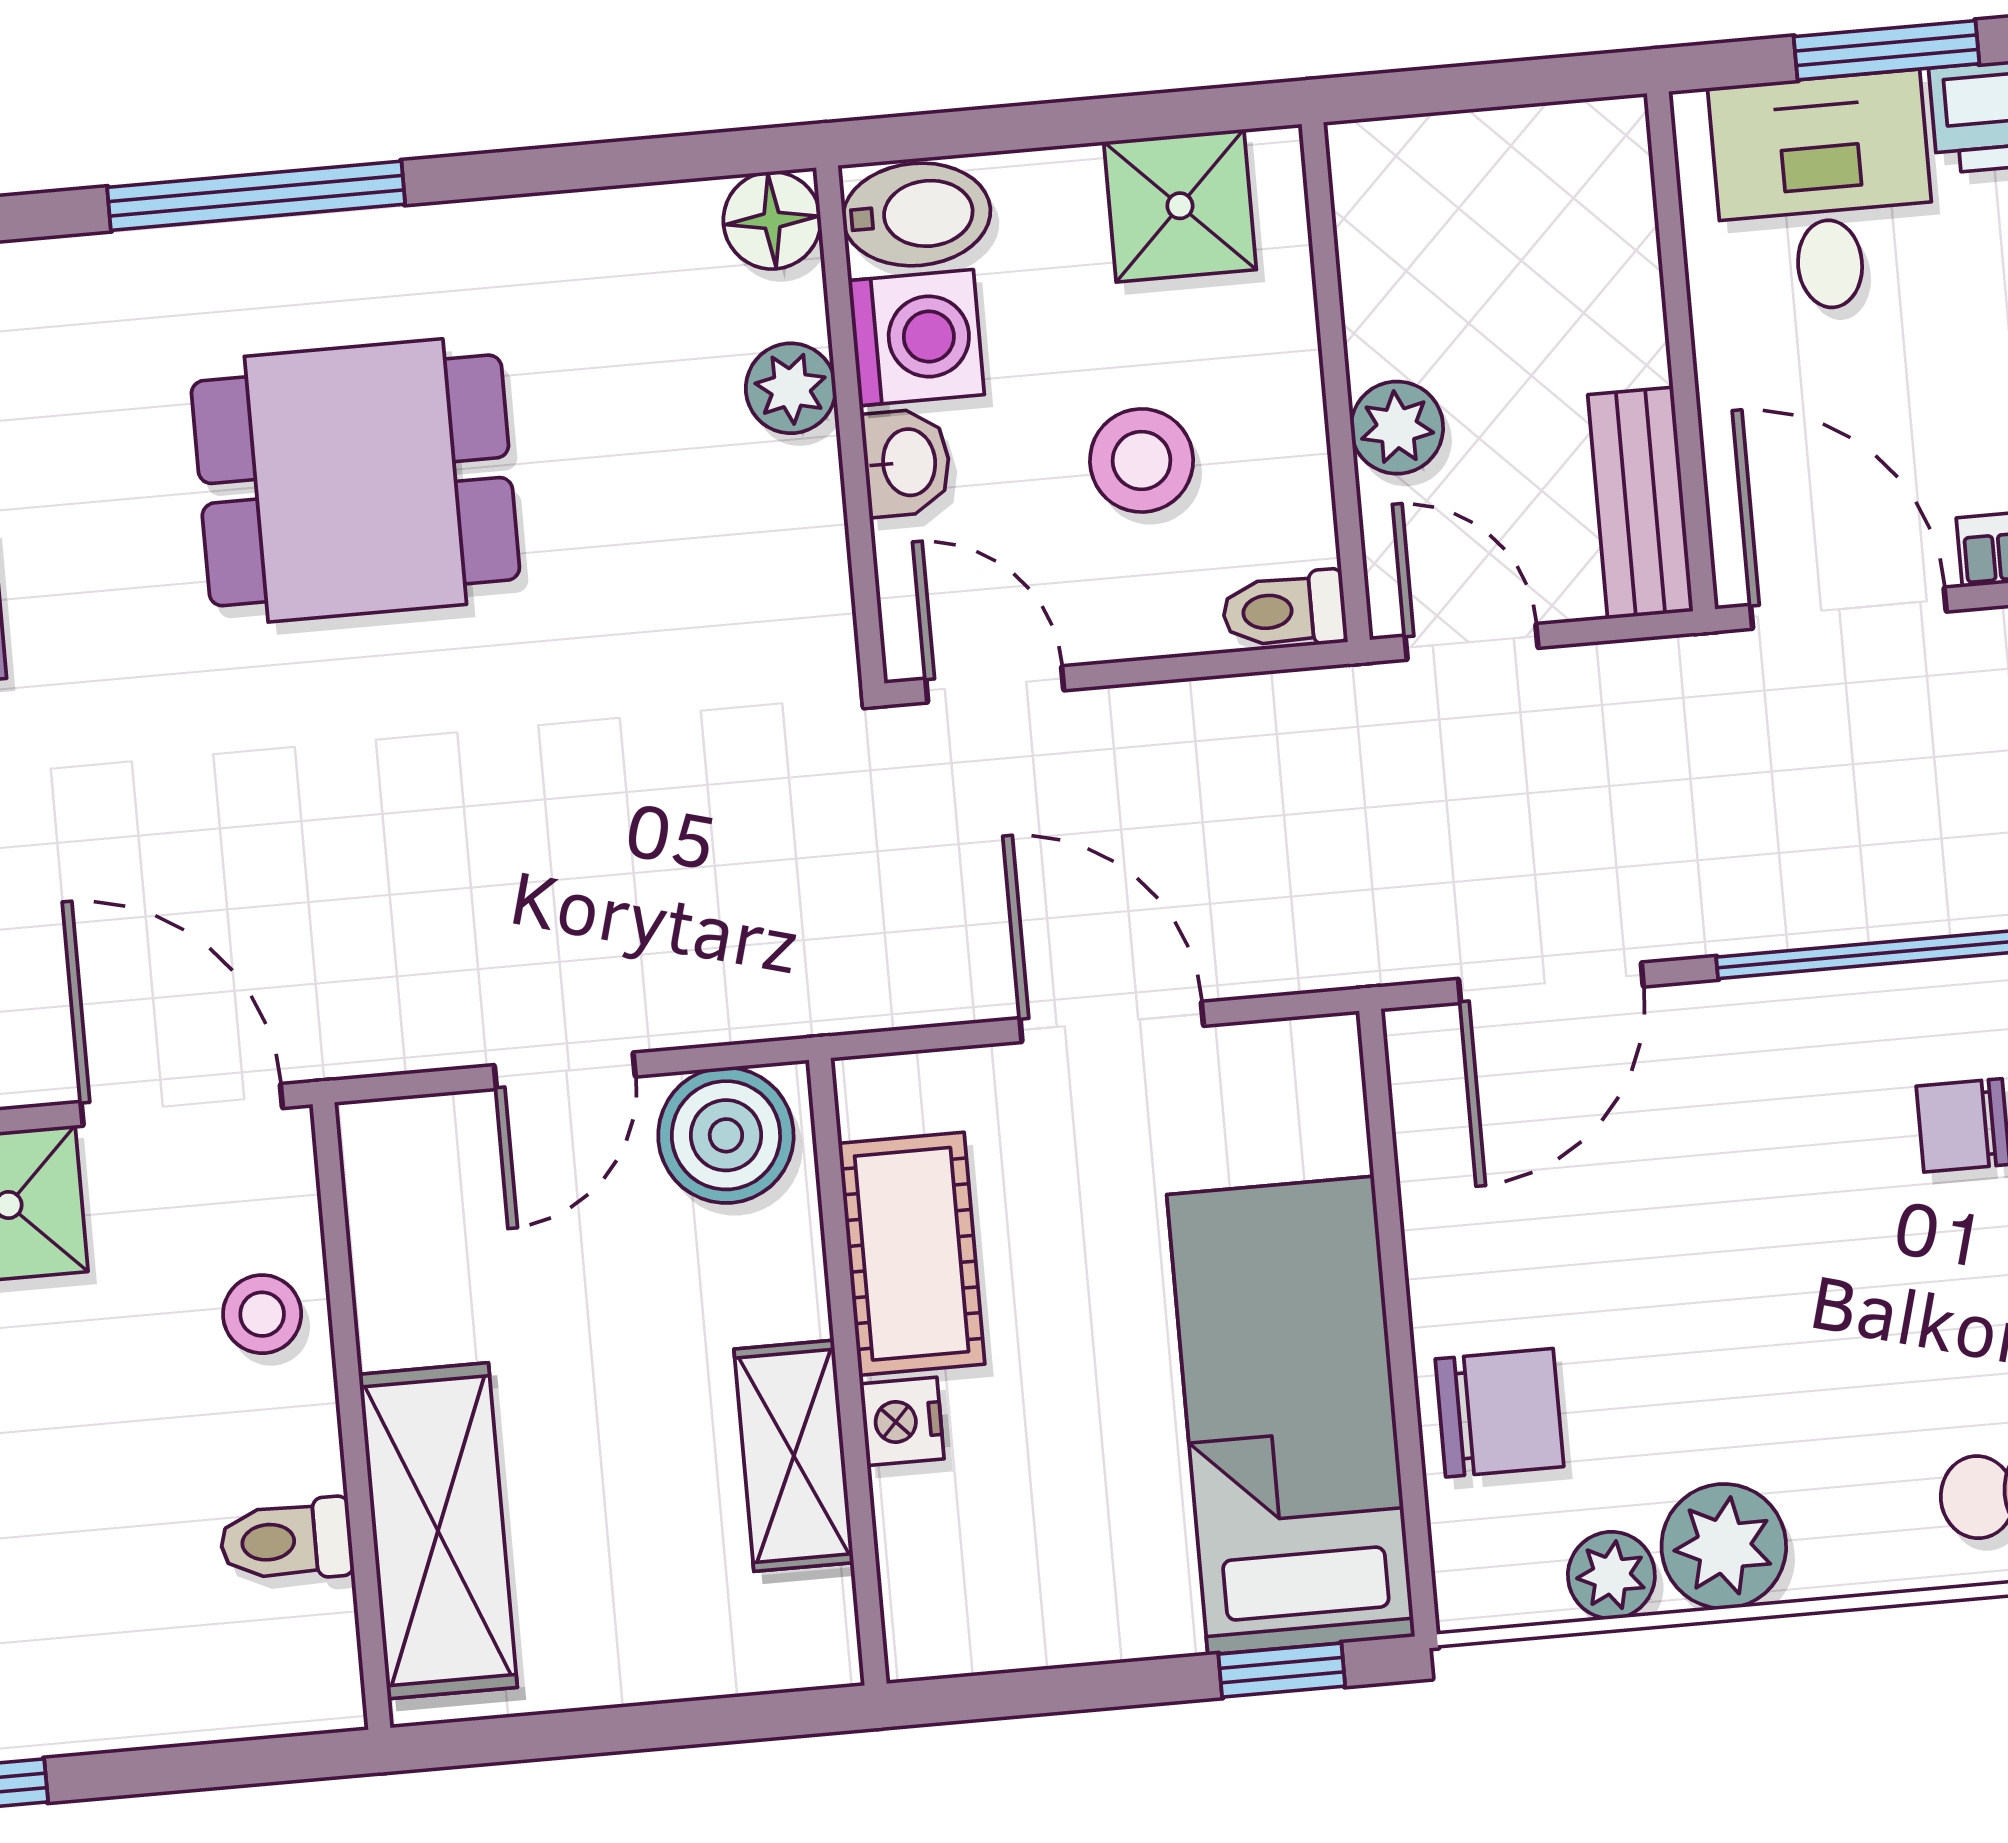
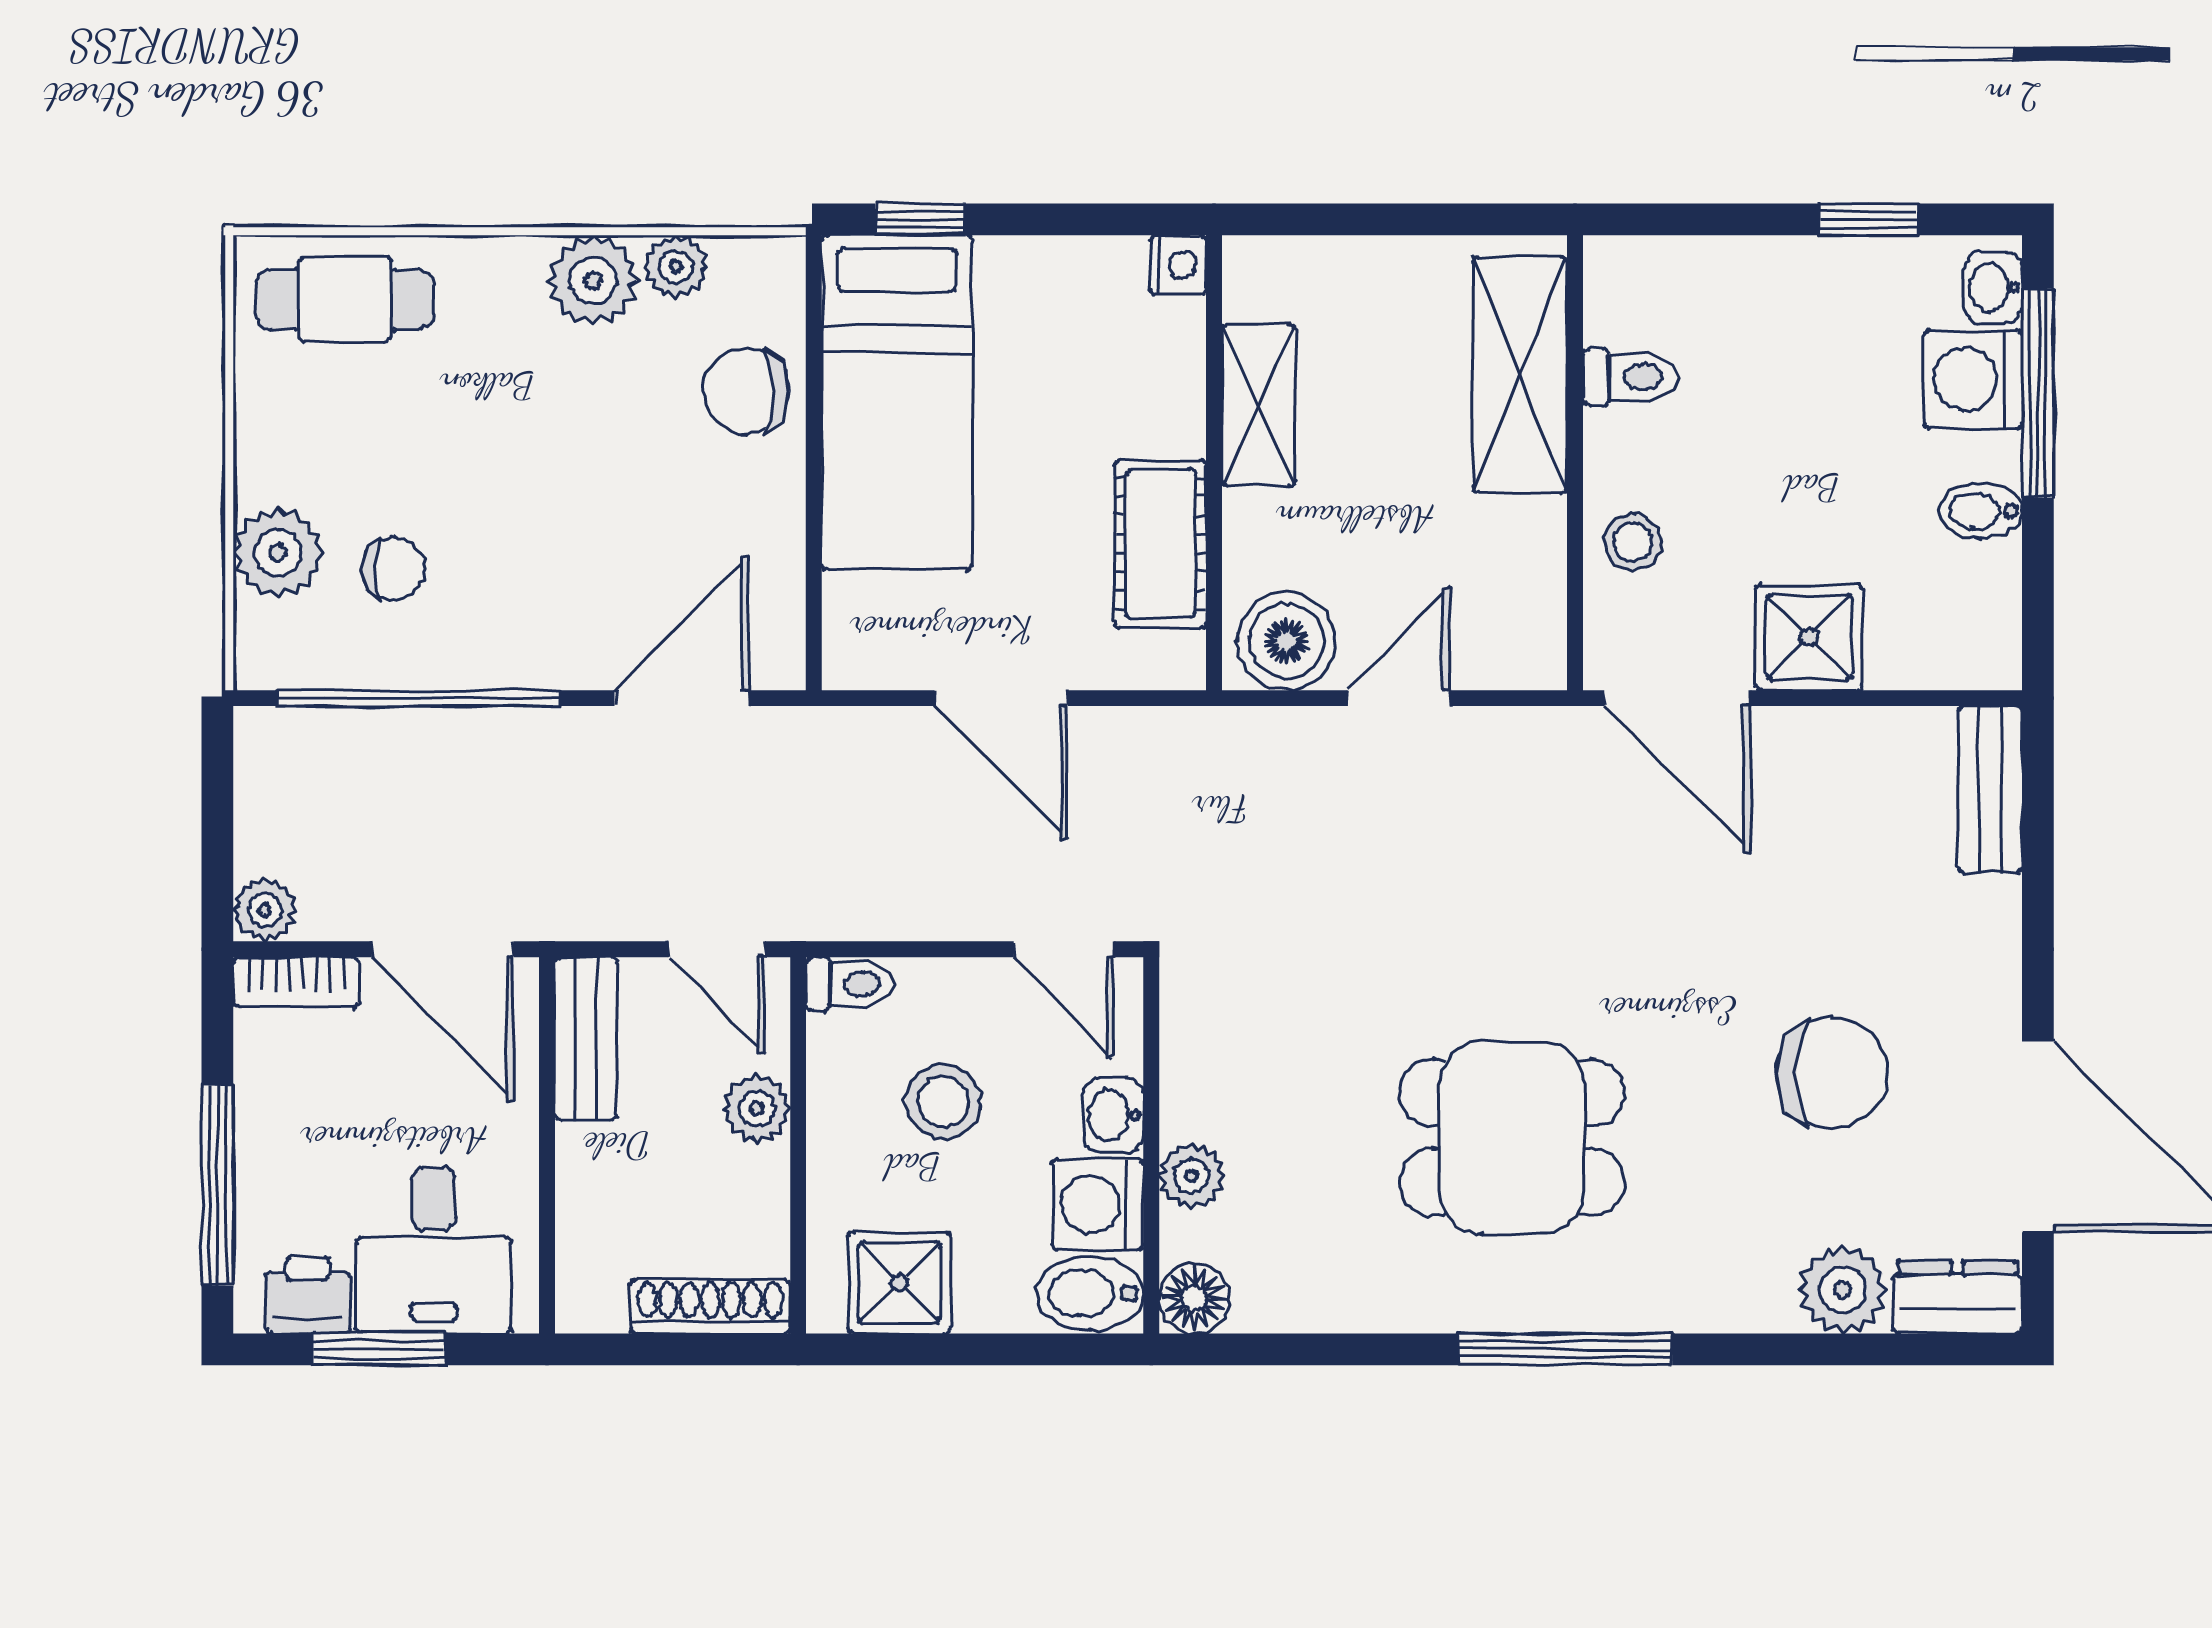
shoe rack: (1437, 150) -> (710, 1306), added
nightstand: (902, 1421) -> (1178, 265), moved

